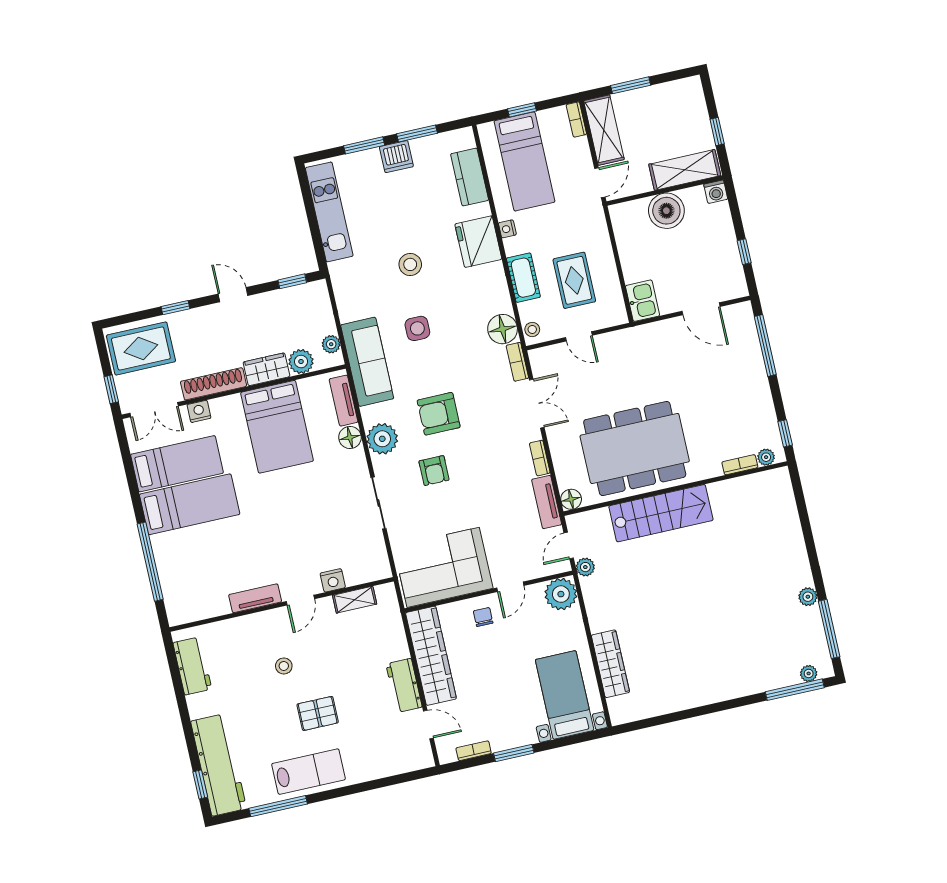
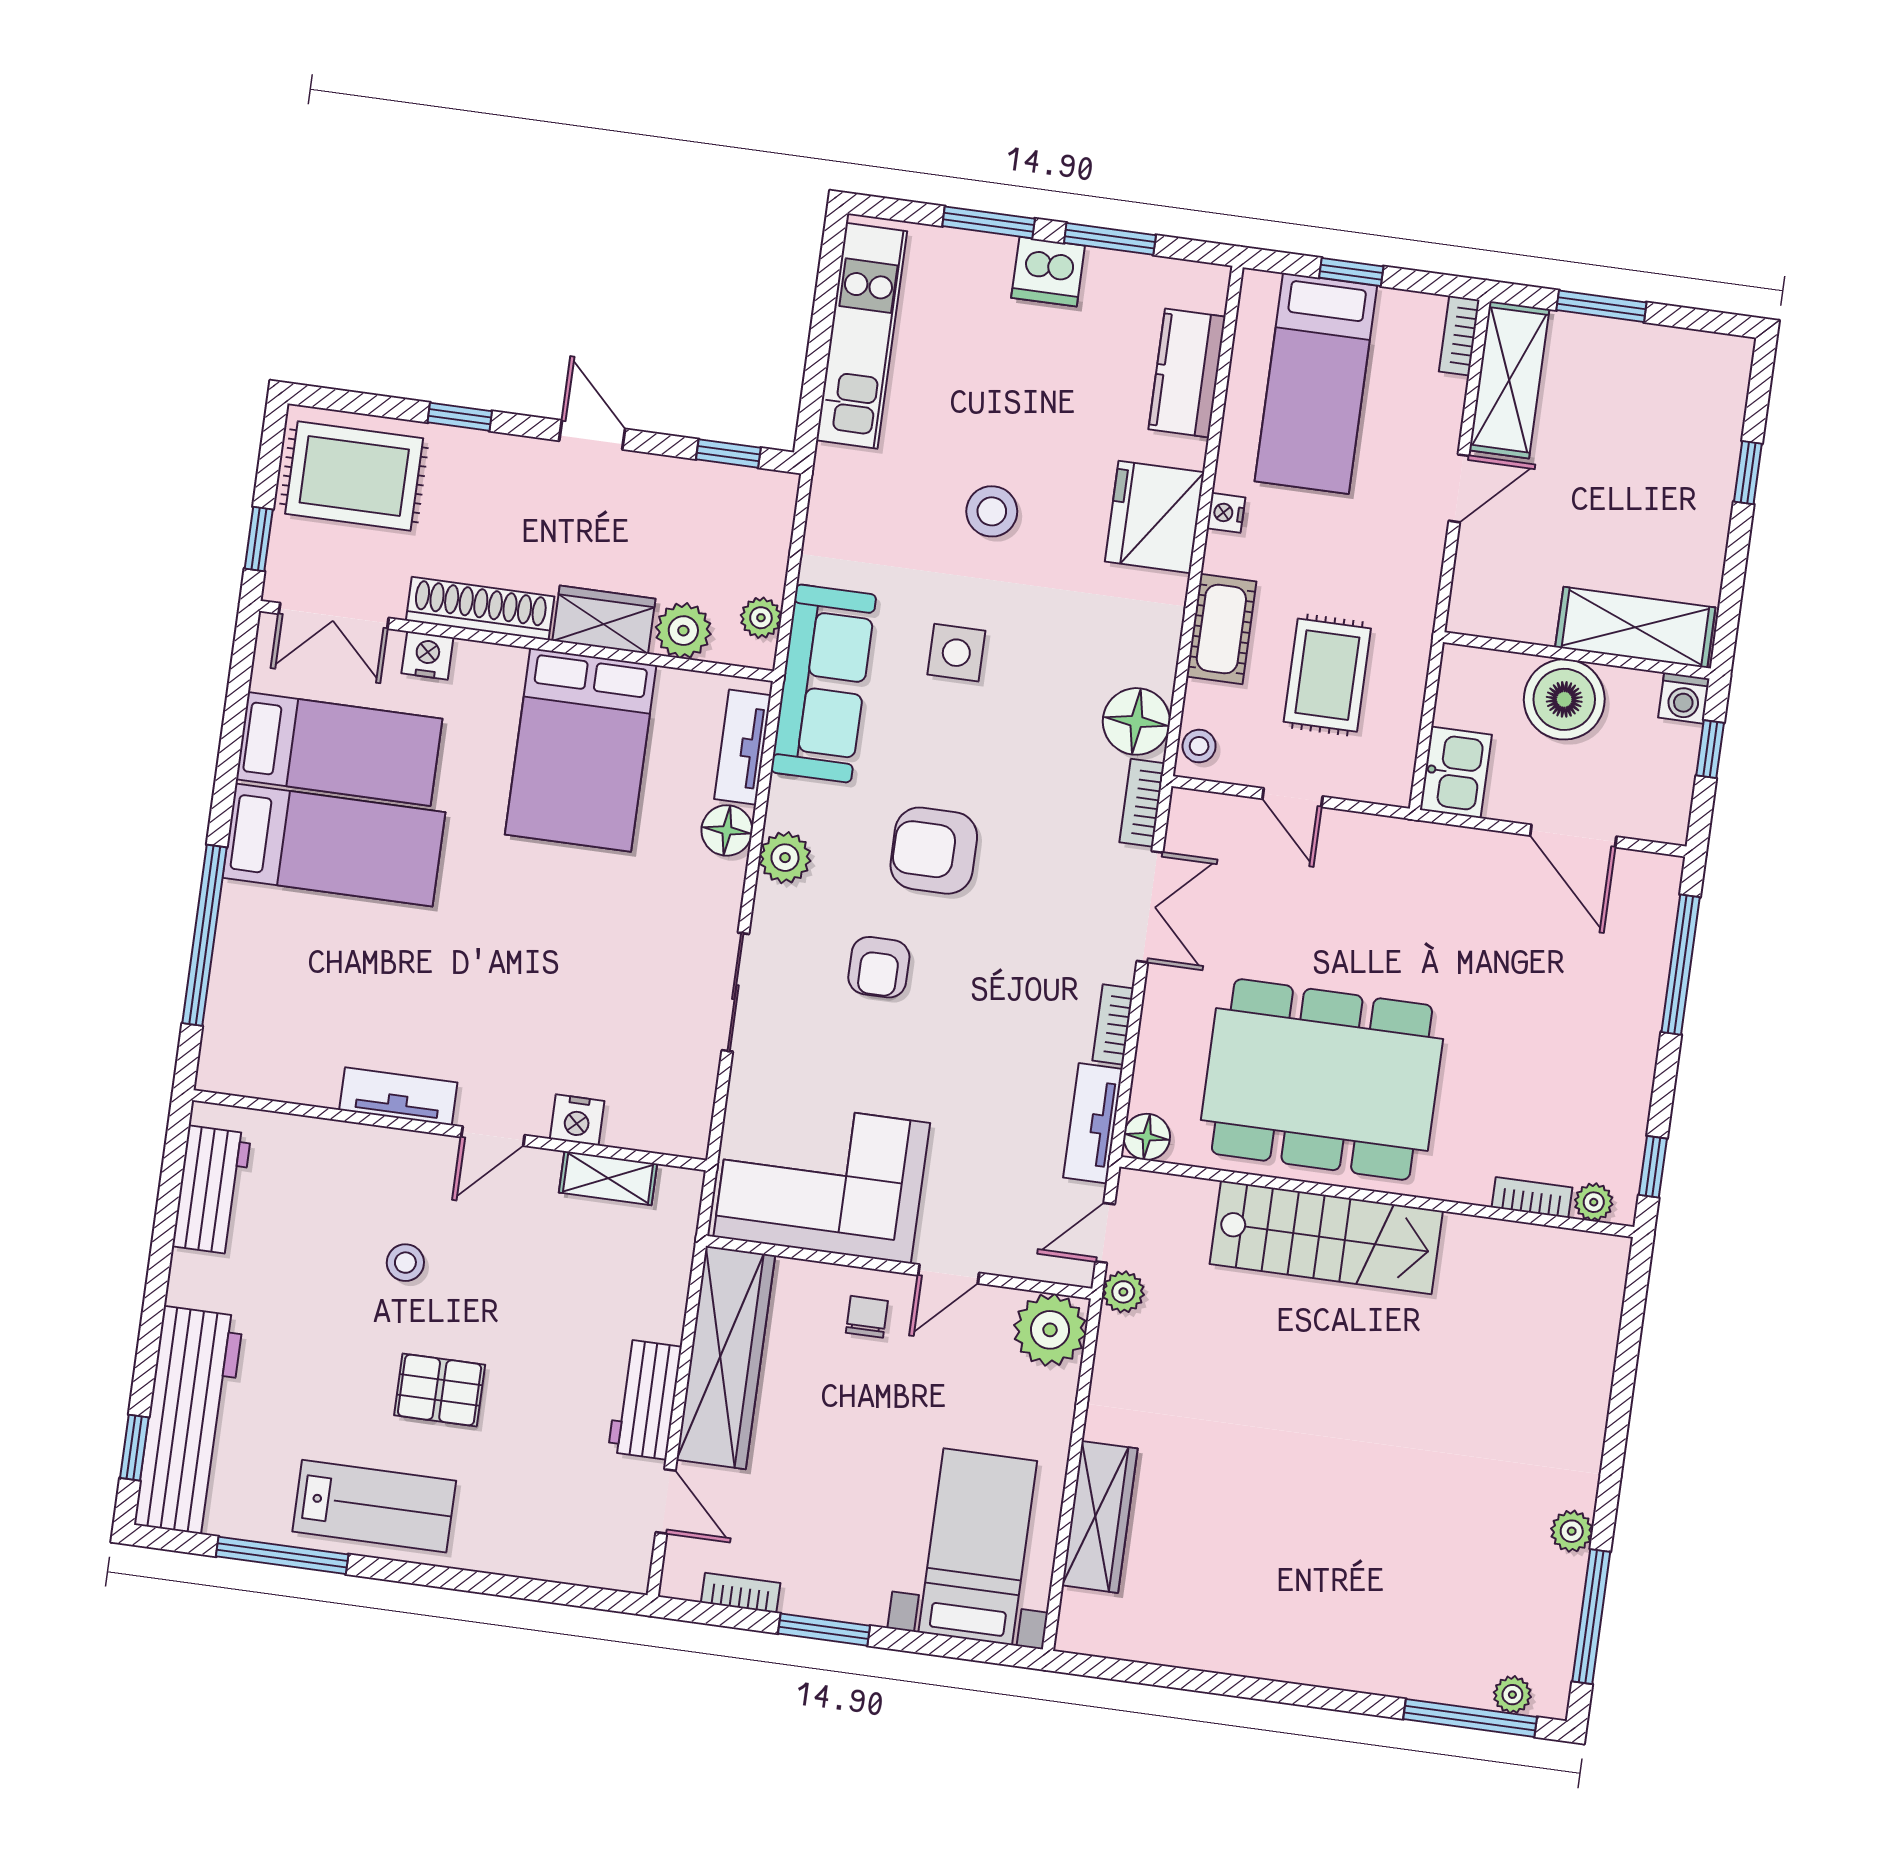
shelving: (685, 170) -> (1635, 627), moved
wall: (665, 191) -> (1577, 655), moved
washing machine: (716, 192) -> (1684, 698), moved
boiler: (666, 211) -> (1564, 699), moved
plant: (382, 439) -> (785, 858), width x0.73, depth x0.73

